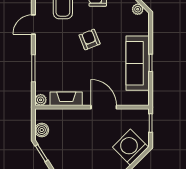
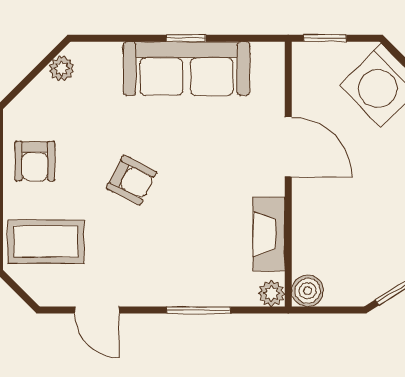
armchair: (90, 39) -> (132, 180), turned -131
door: (104, 107) -> (288, 147), swing flipped
boiler: (42, 130) -> (308, 291), moved

